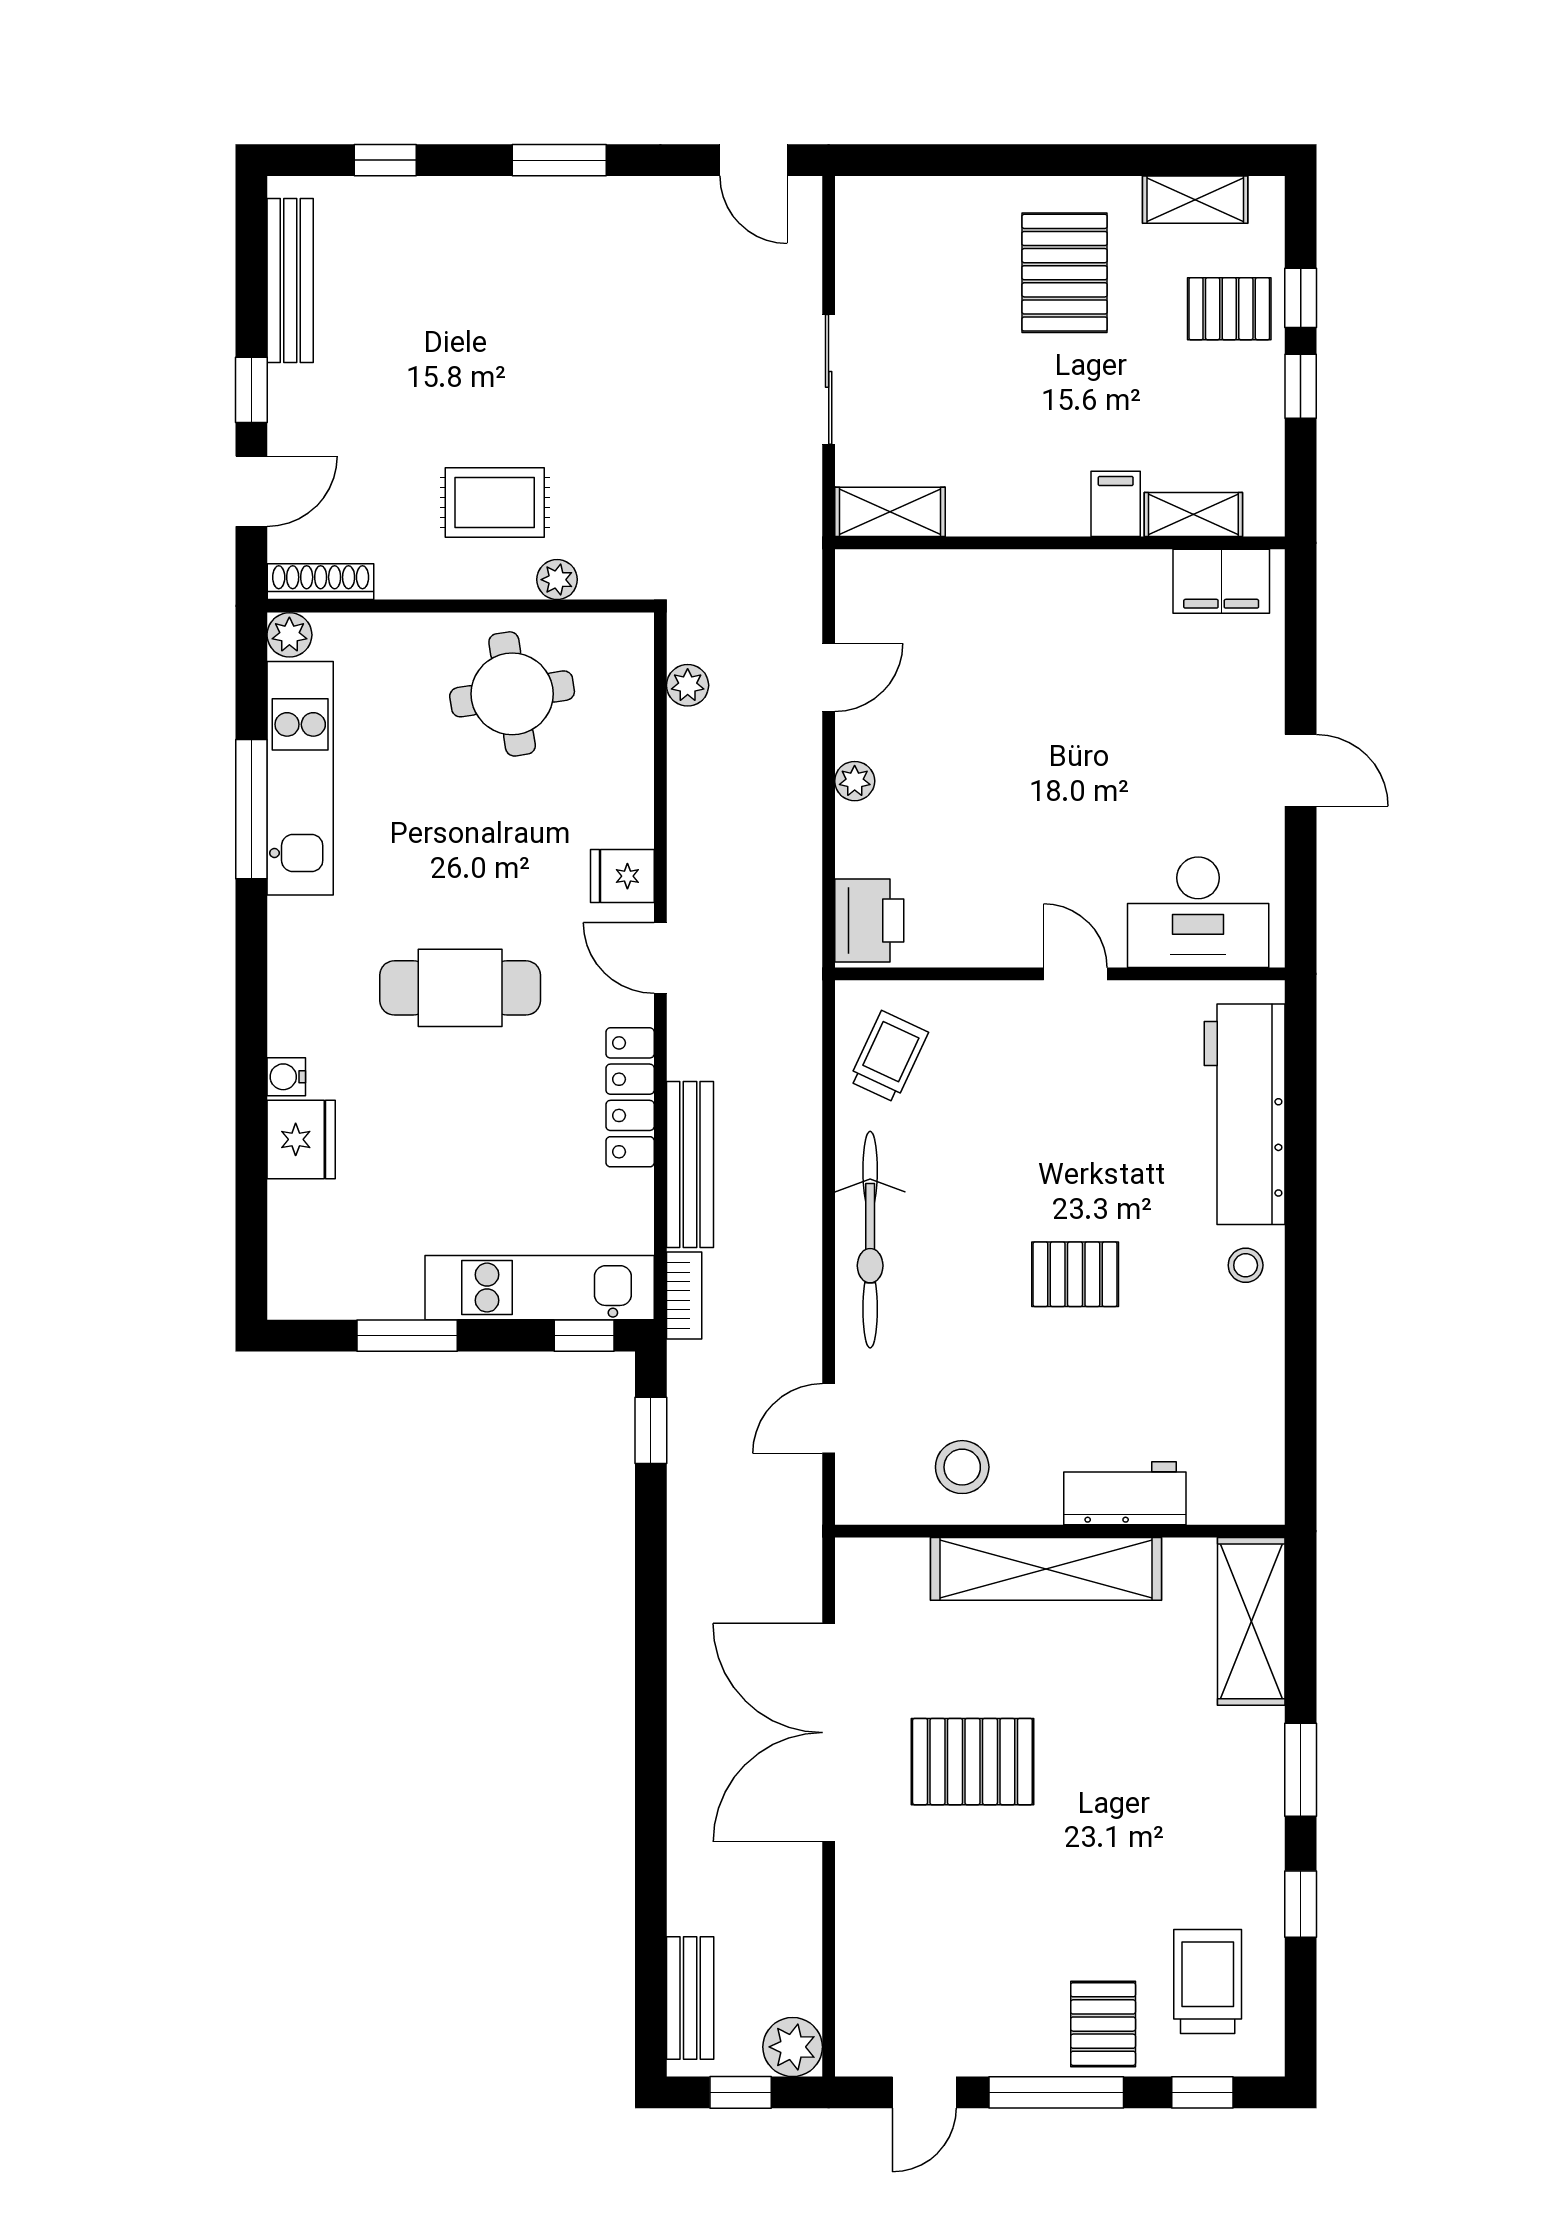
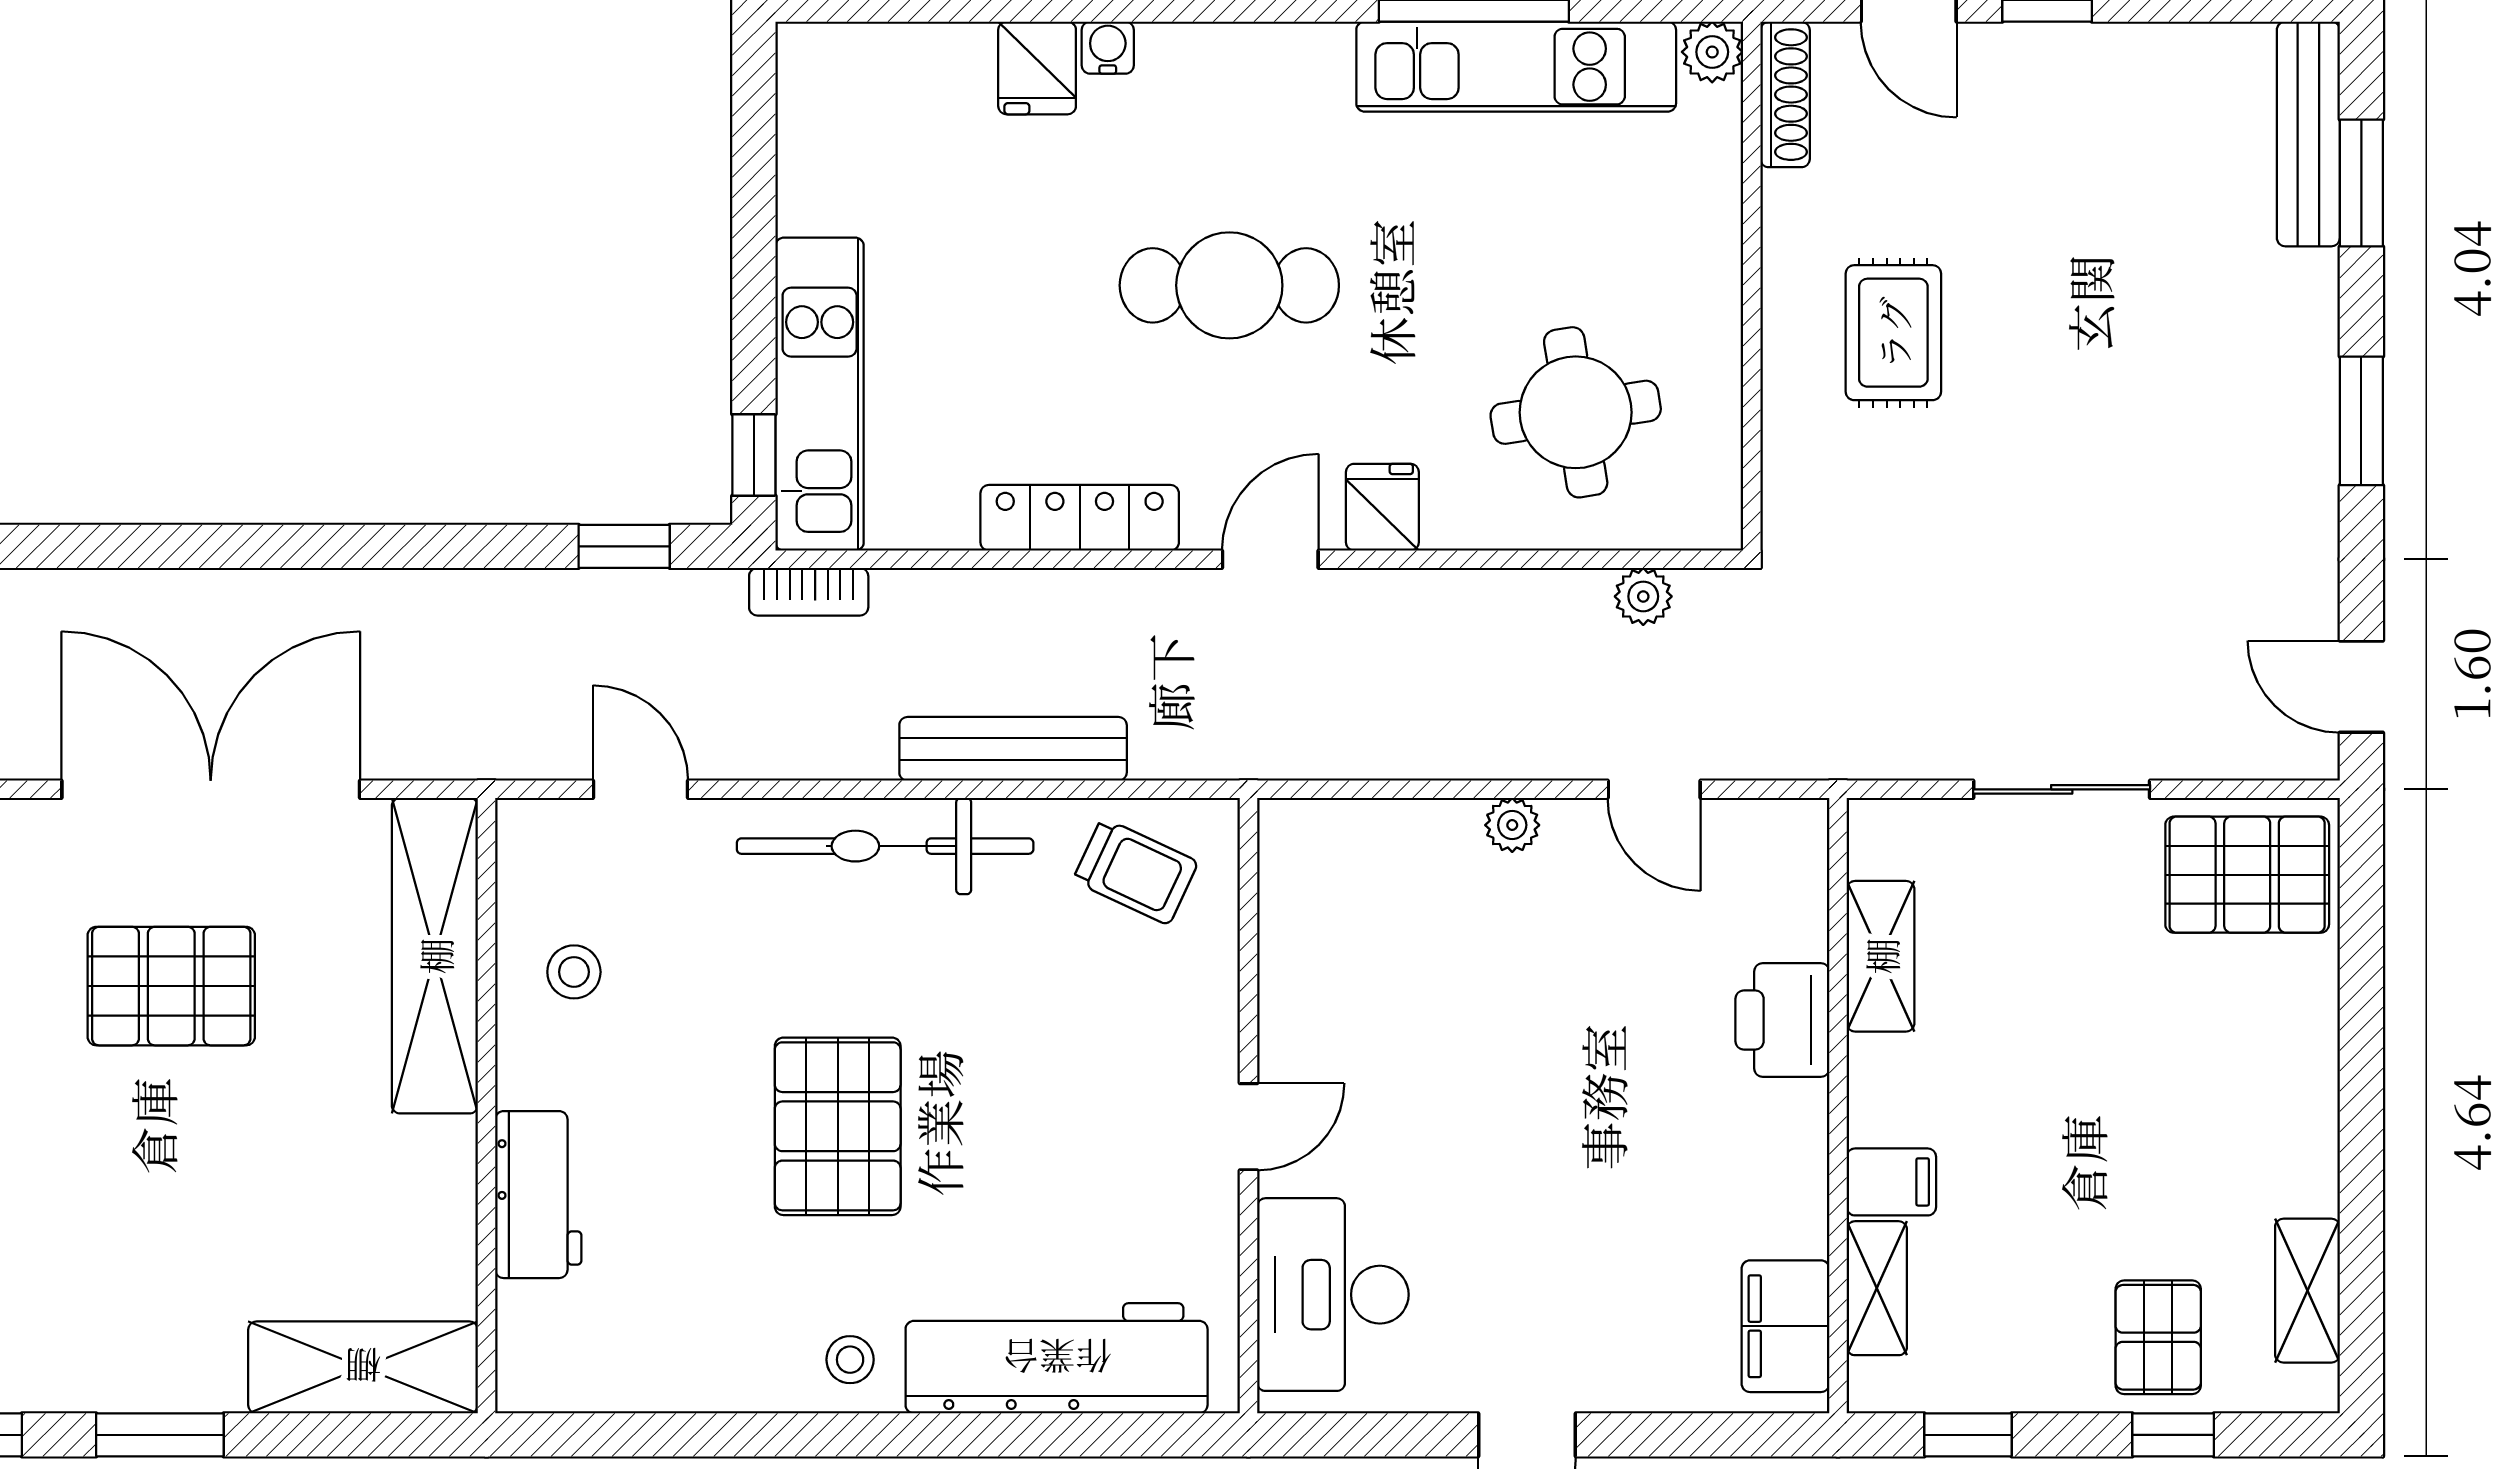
window: (385, 160) -> (2361, 183), width x1.50
door: (754, 160) -> (2361, 687), hinge flipped
pallet: (1065, 273) -> (2247, 875), moved
bench: (290, 281) -> (2308, 134), moved, turned 90
window: (1301, 386) -> (1968, 1435), moved
shelving: (890, 512) -> (1881, 956), moved
plant: (557, 580) -> (1788, 418), removed
round table: (512, 694) -> (1576, 412), moved
printer: (869, 920) -> (1782, 1020), moved, turned 90
cafe table: (460, 988) -> (1229, 285), turned 90
fridge: (301, 1139) -> (1037, 68), width x0.72
bench: (690, 1164) -> (1013, 749), moved
pallet: (1075, 1274) -> (838, 1126), width x1.50, depth x1.42
window: (407, 1336) -> (754, 213), removed
stool: (962, 1467) -> (574, 972), width x0.73, depth x0.73
shelving: (1046, 1569) -> (435, 956), moved
pallet: (972, 1762) -> (171, 986), turned 90

